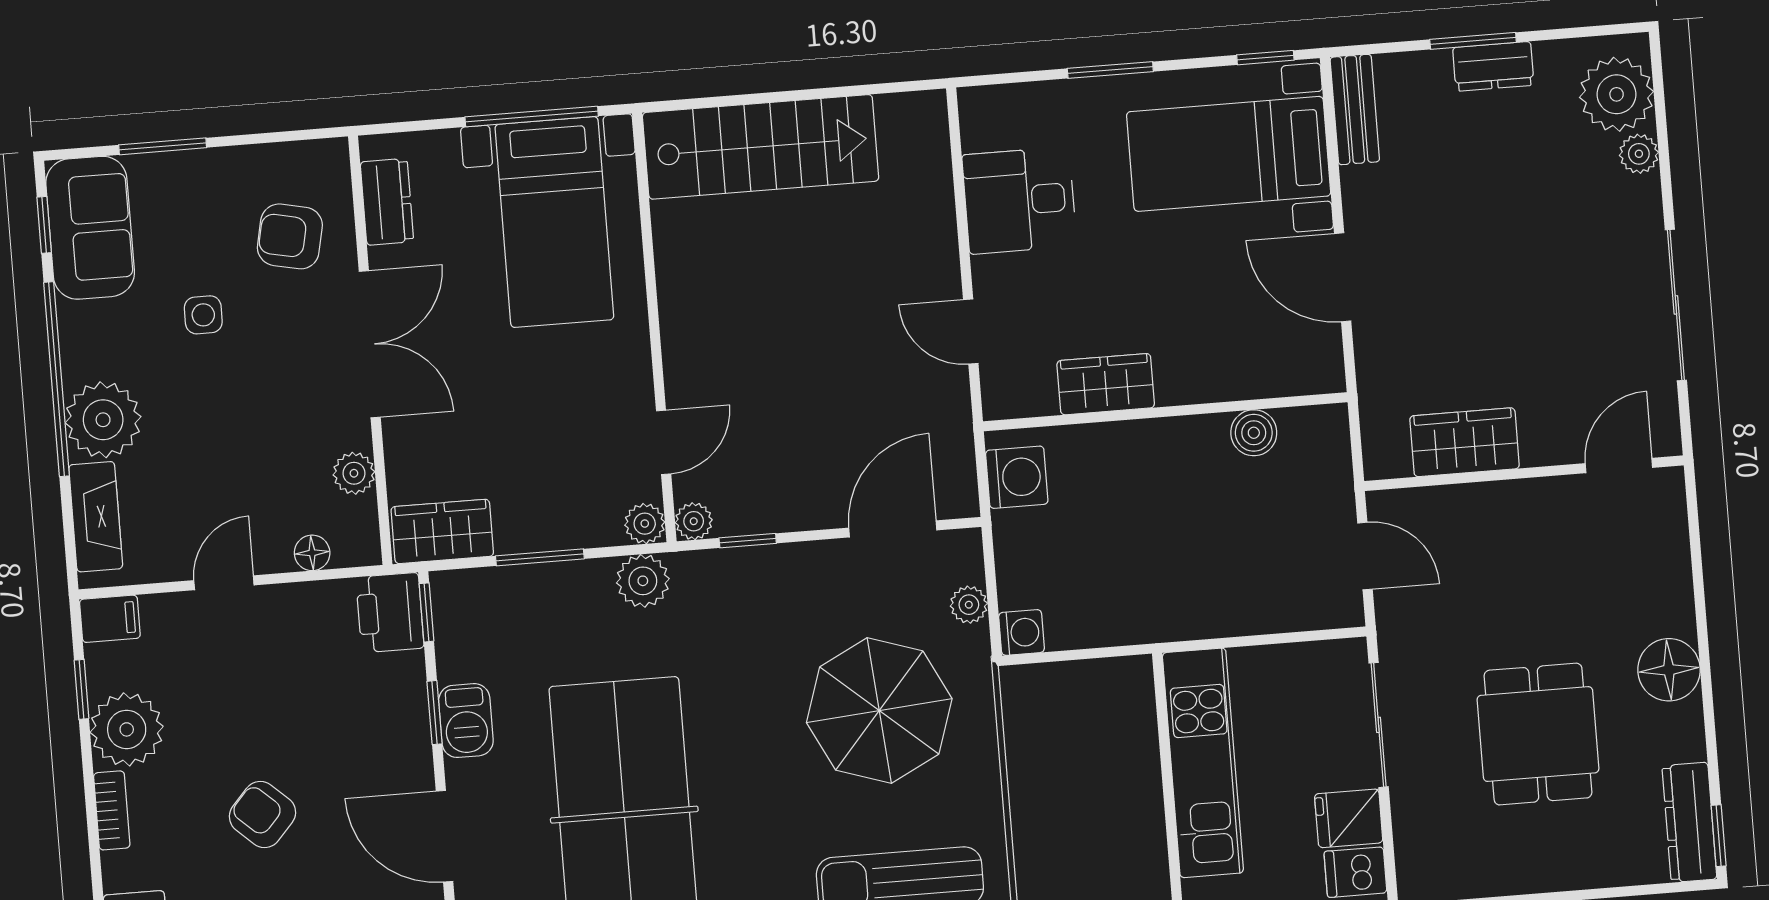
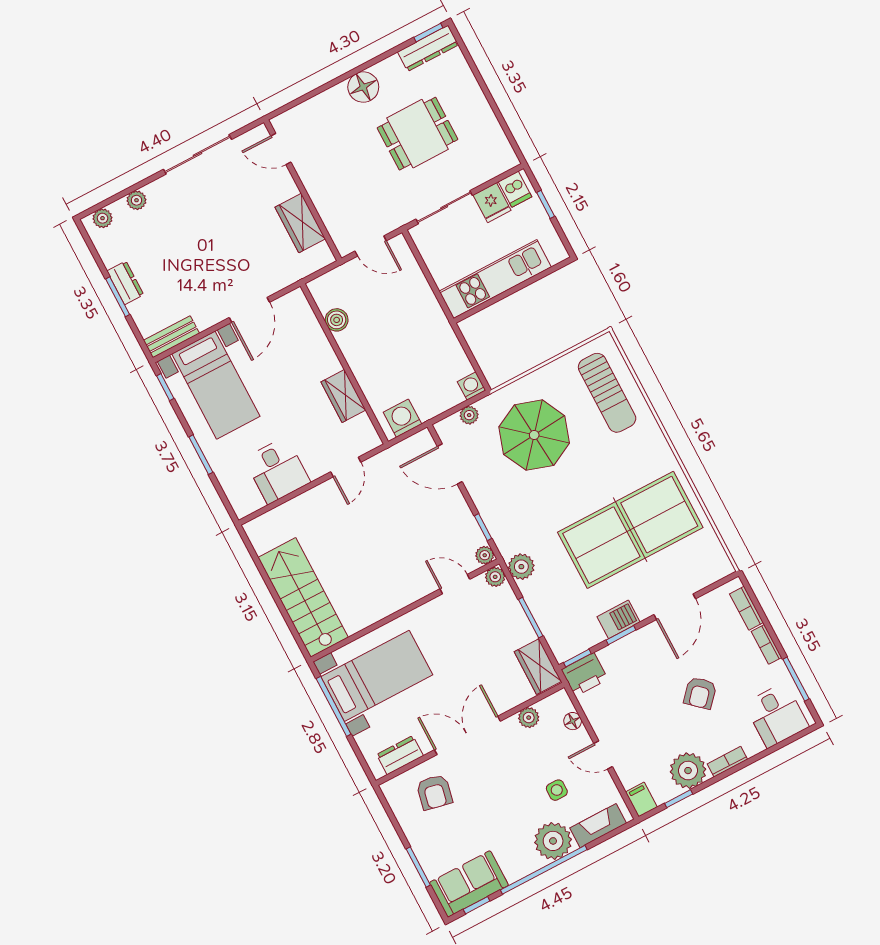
plant: (1617, 94) -> (103, 218), width x0.53, depth x0.53
side table: (203, 315) -> (557, 790), moved
door: (1365, 556) -> (371, 246), swing flipped

